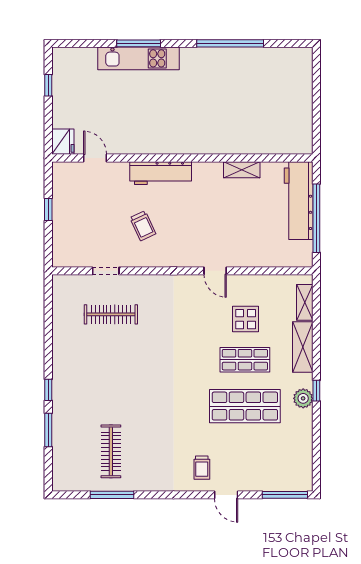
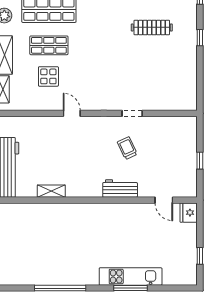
workbench: (161, 173) -> (120, 188), width x0.73
doorway: (106, 271) -> (132, 113), moved
clothes rail: (111, 314) -> (152, 27), moved
window: (48, 390) -> (200, 38), moved

